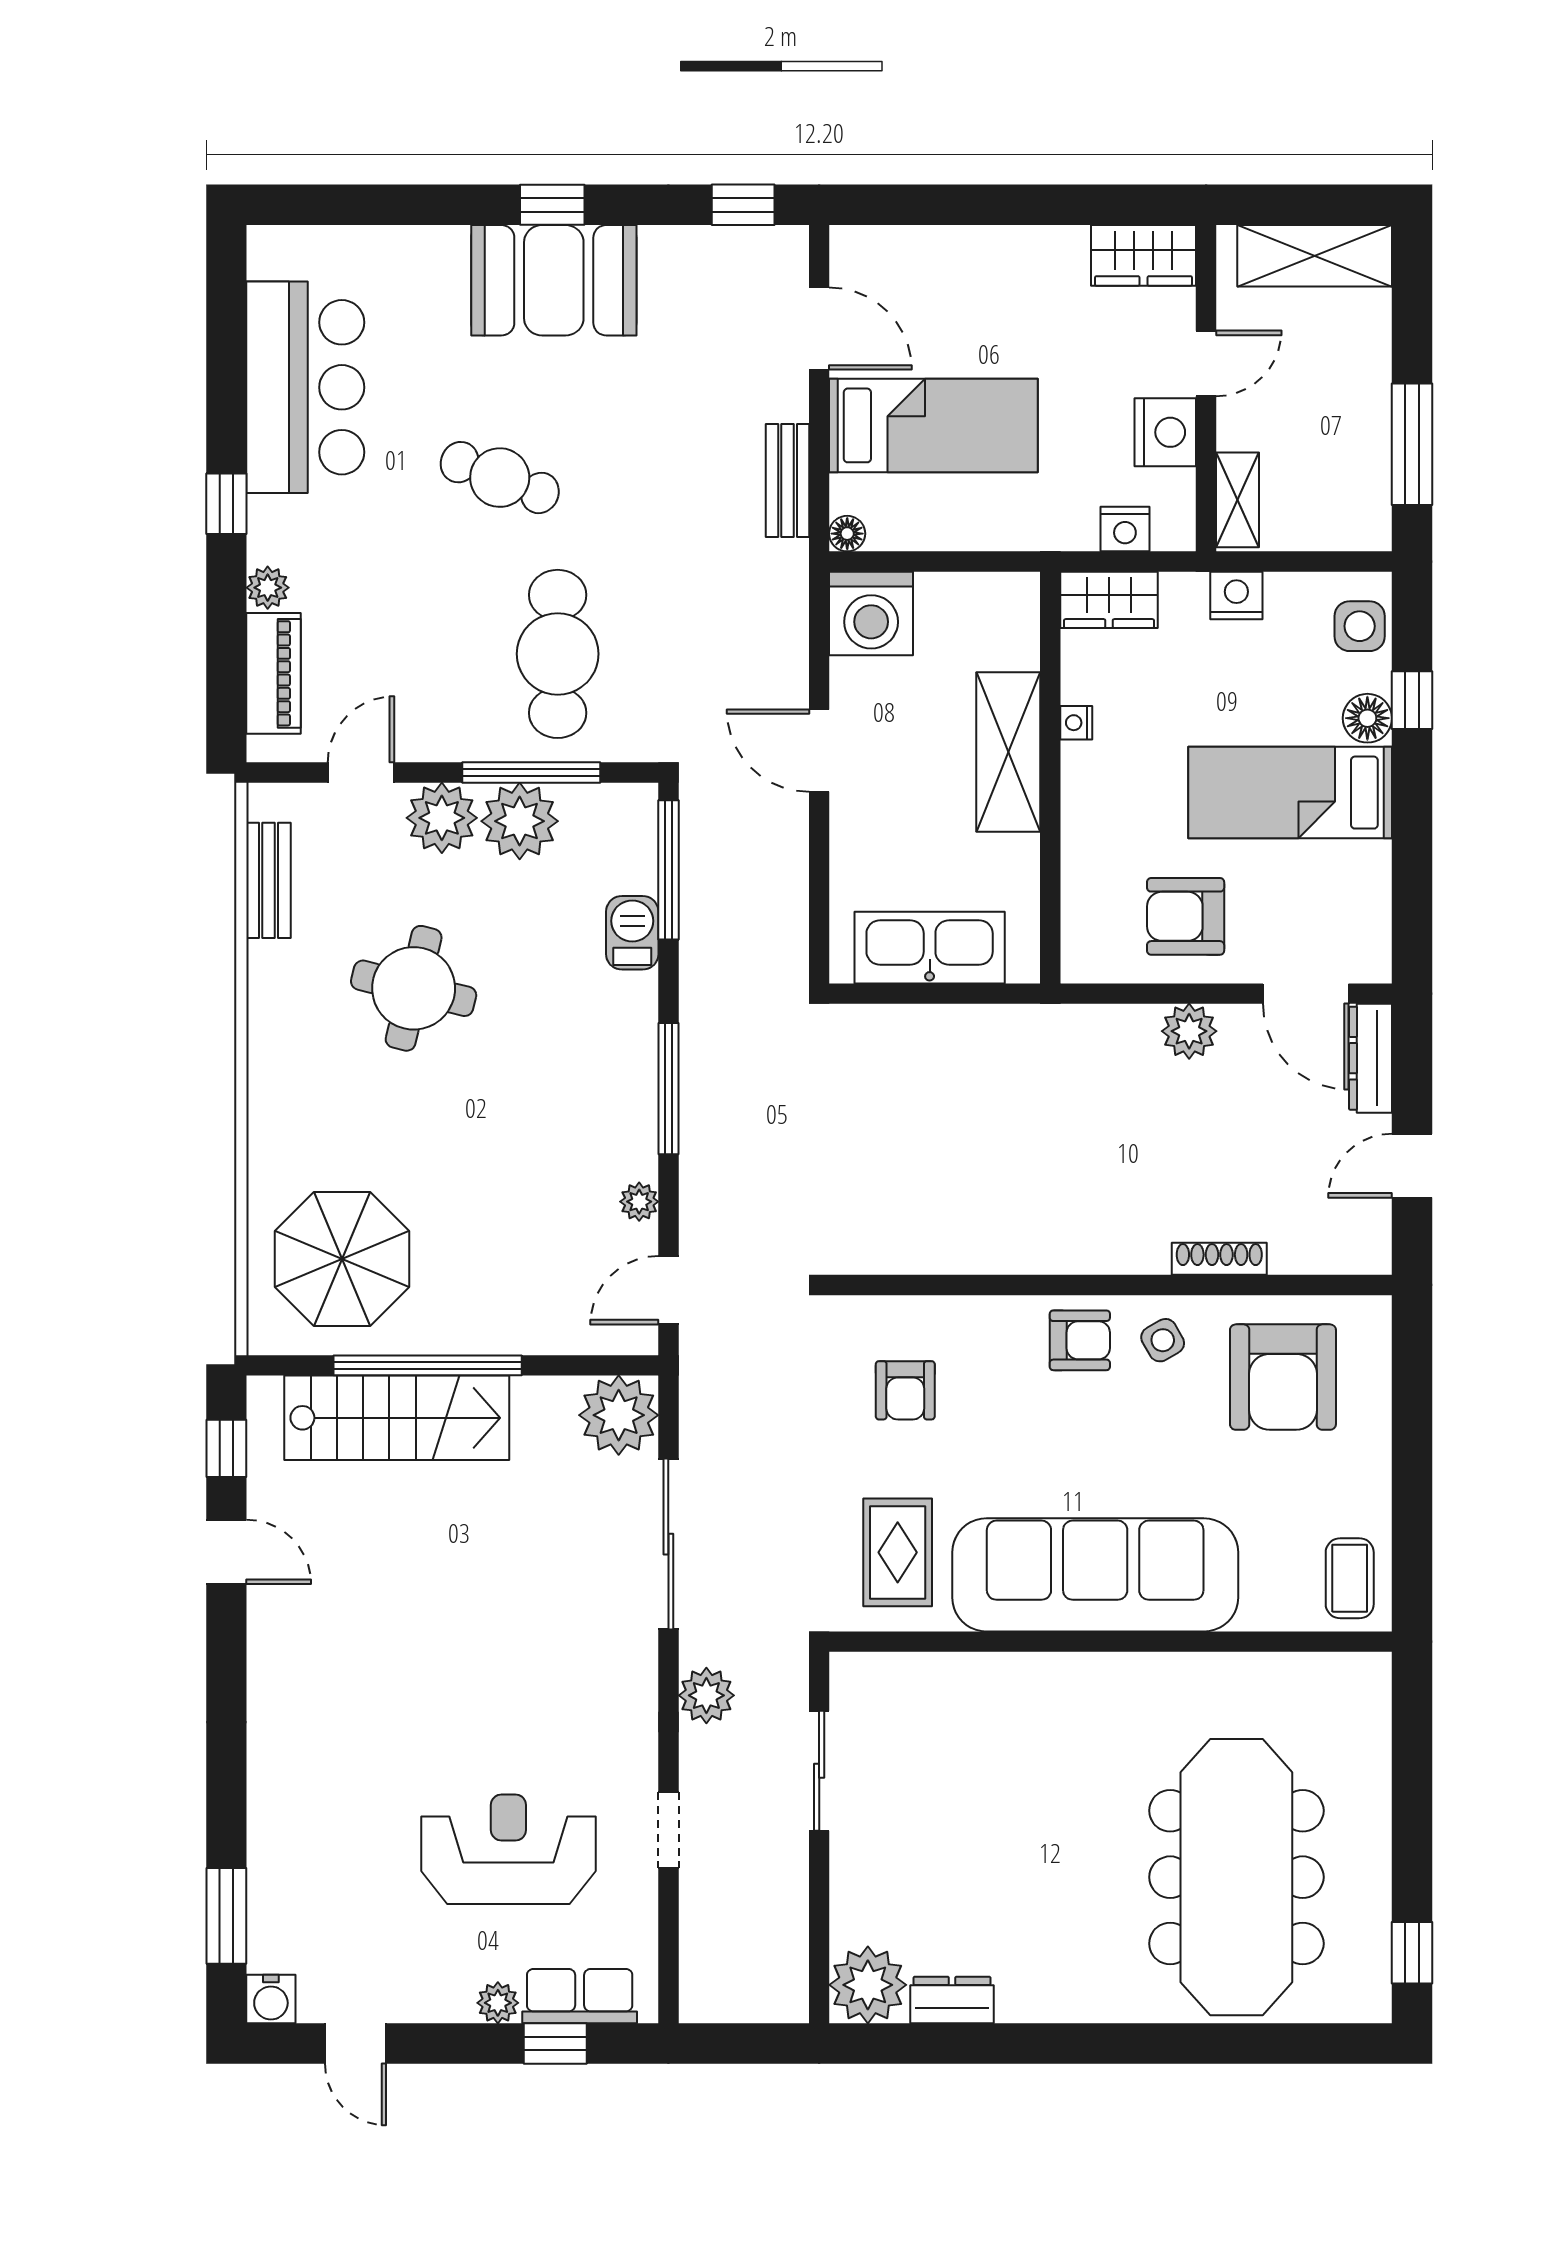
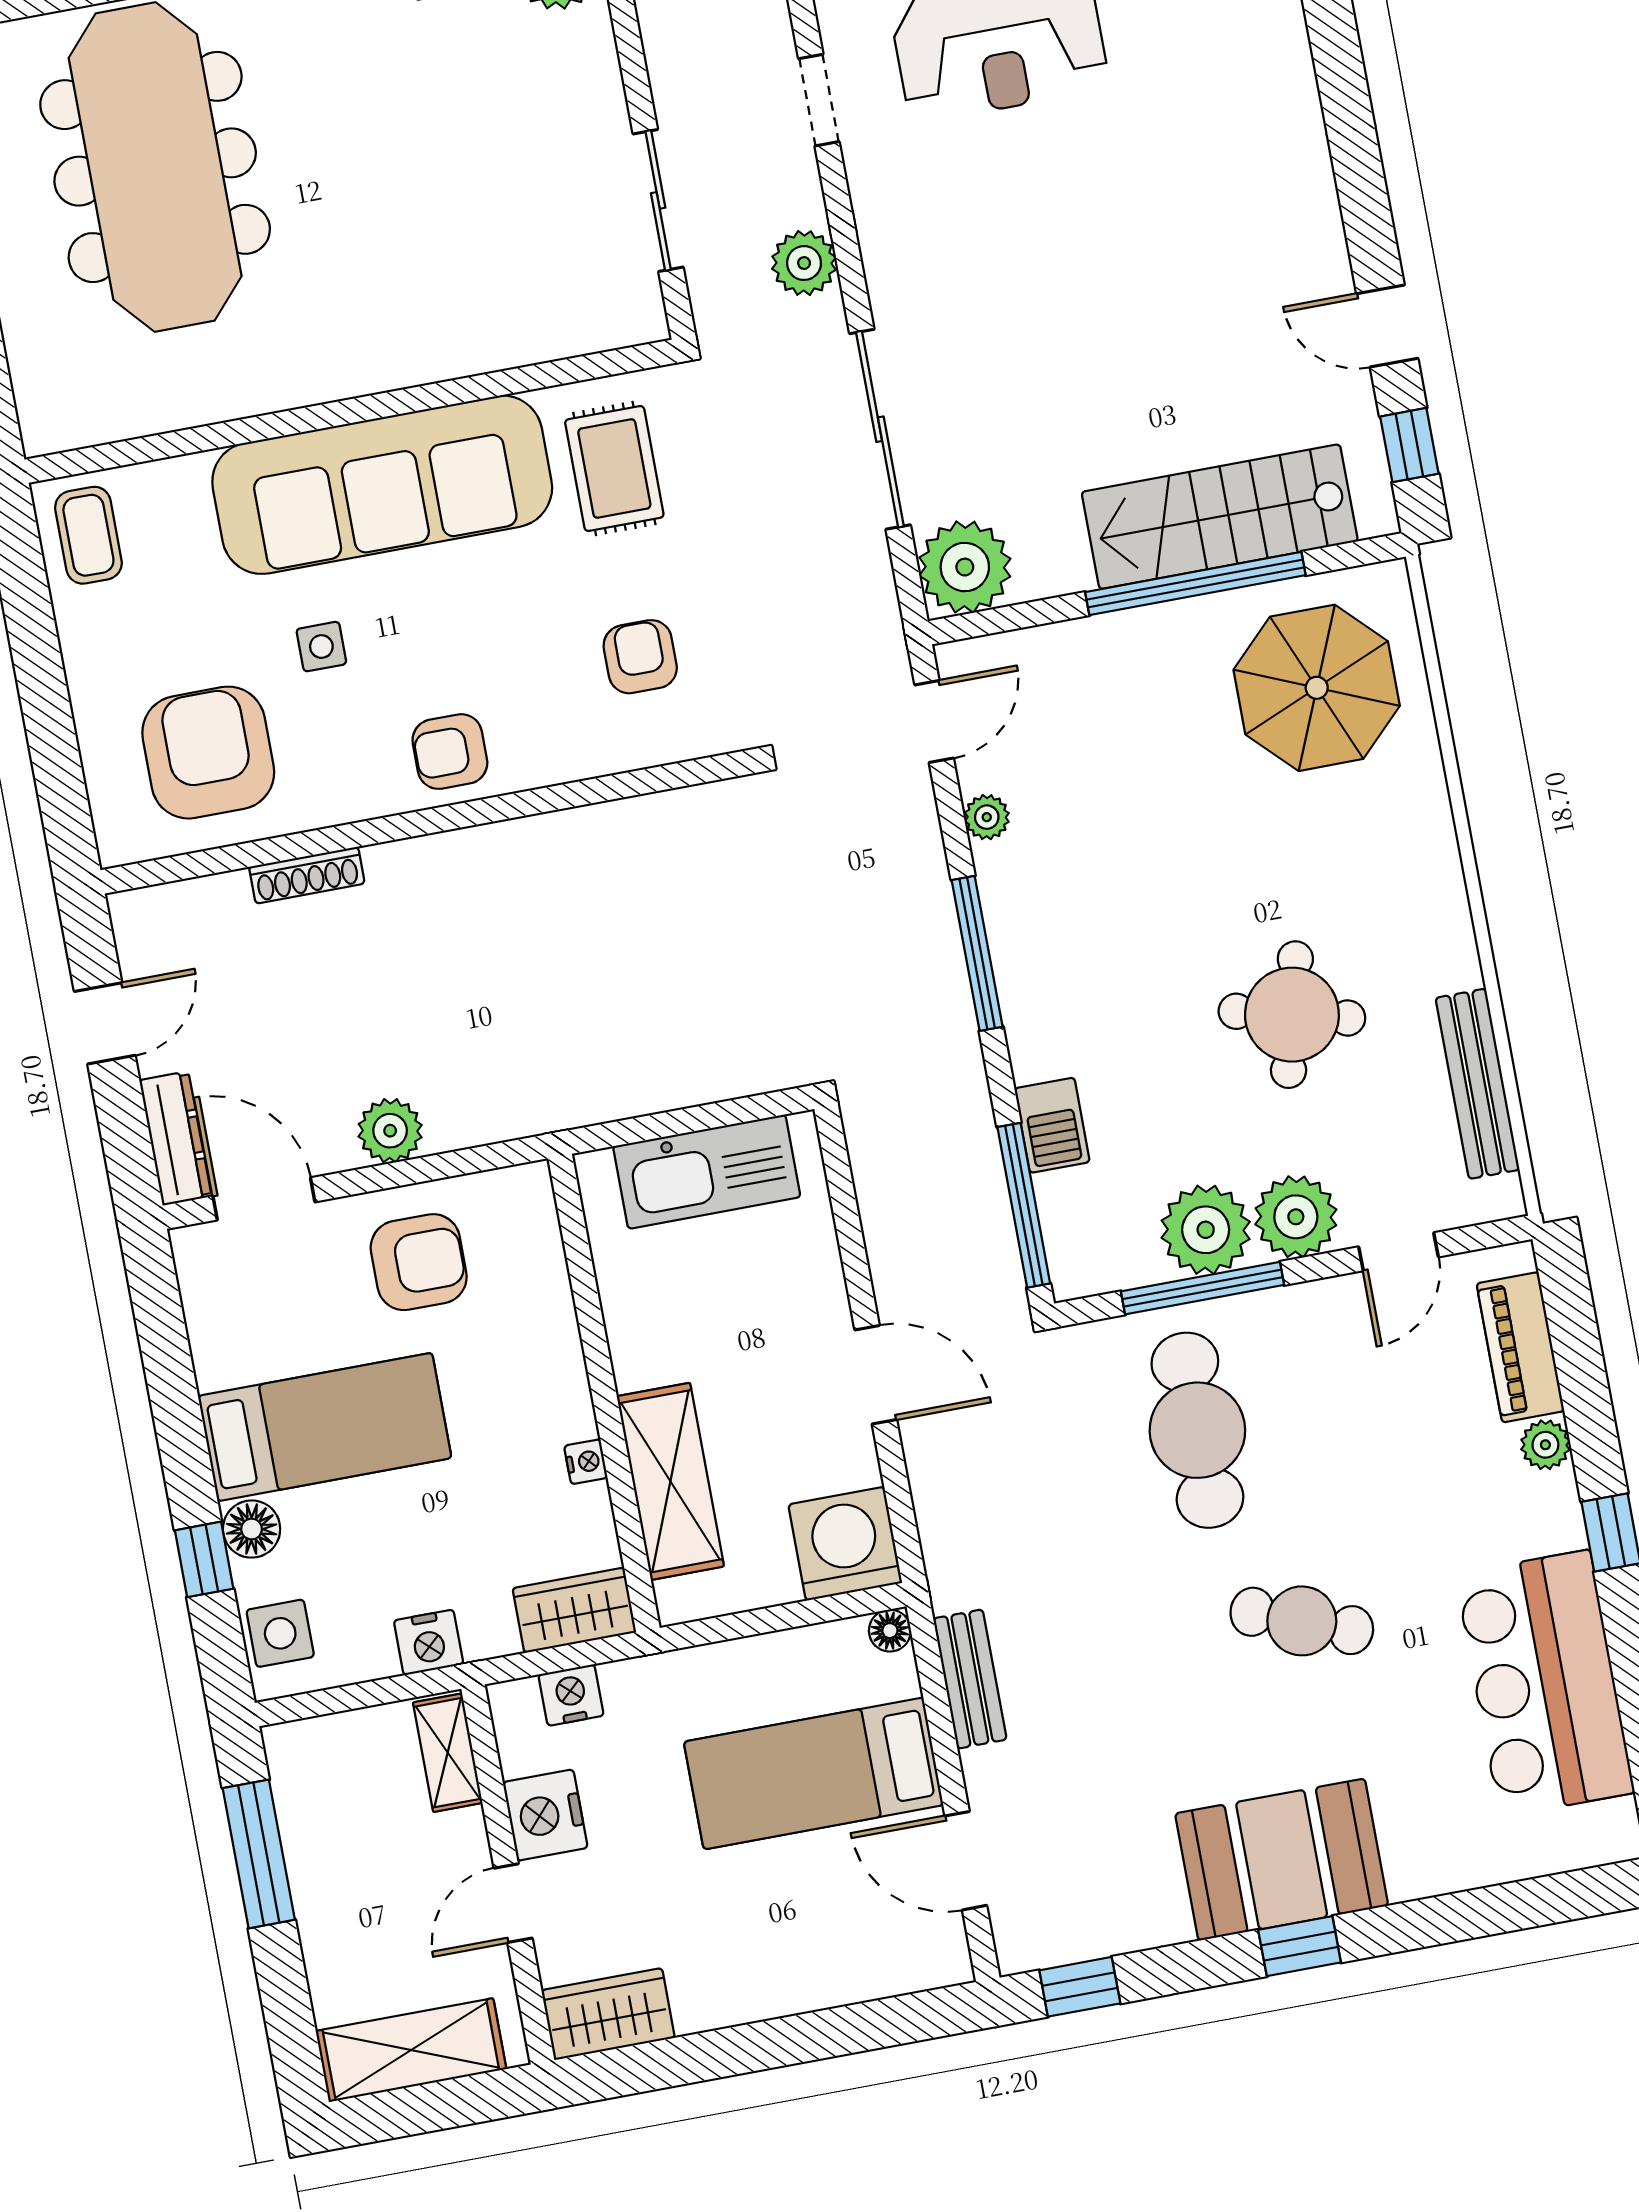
shelving: (1008, 752) -> (670, 1481), moved
bench: (269, 880) -> (1478, 1084), width x1.36
side table: (1163, 1340) -> (321, 647), moved, turned 30

